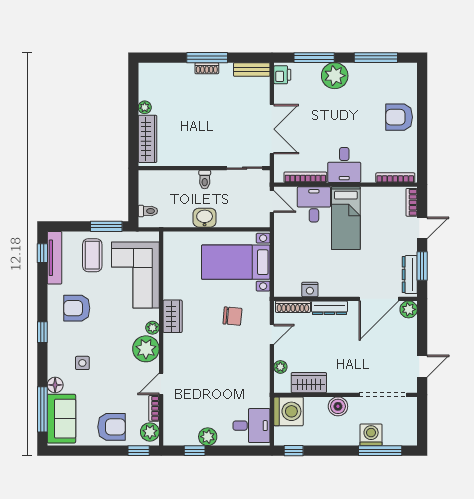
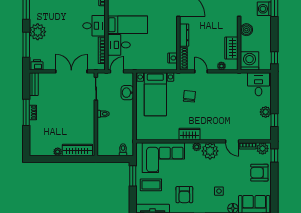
washbasin: (205, 218) -> (127, 93), moved
nightstand: (310, 289) -> (173, 58), moved
armchair: (112, 427) -> (259, 173), turned -90

